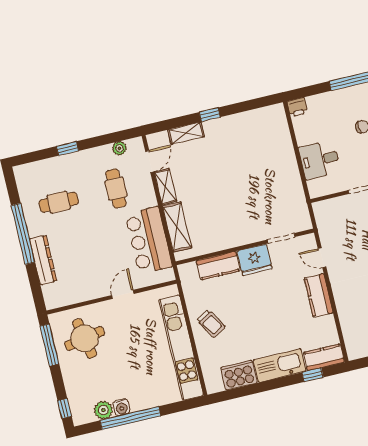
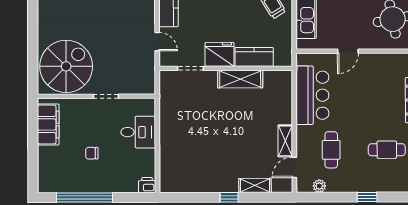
shelving: (177, 227) -> (240, 79), moved, turned 90

